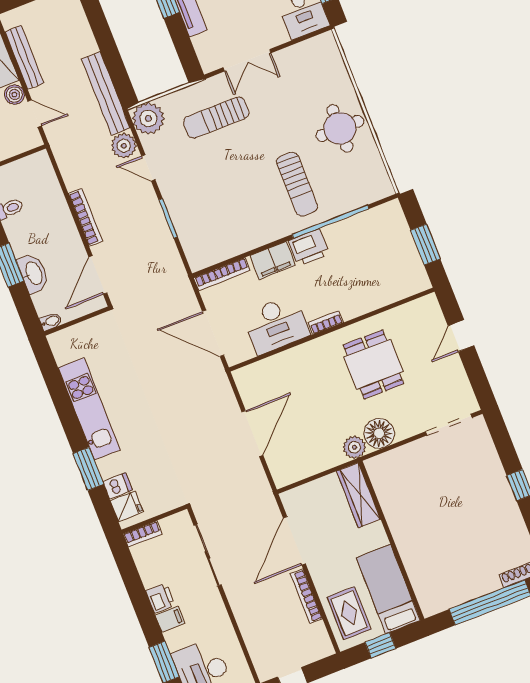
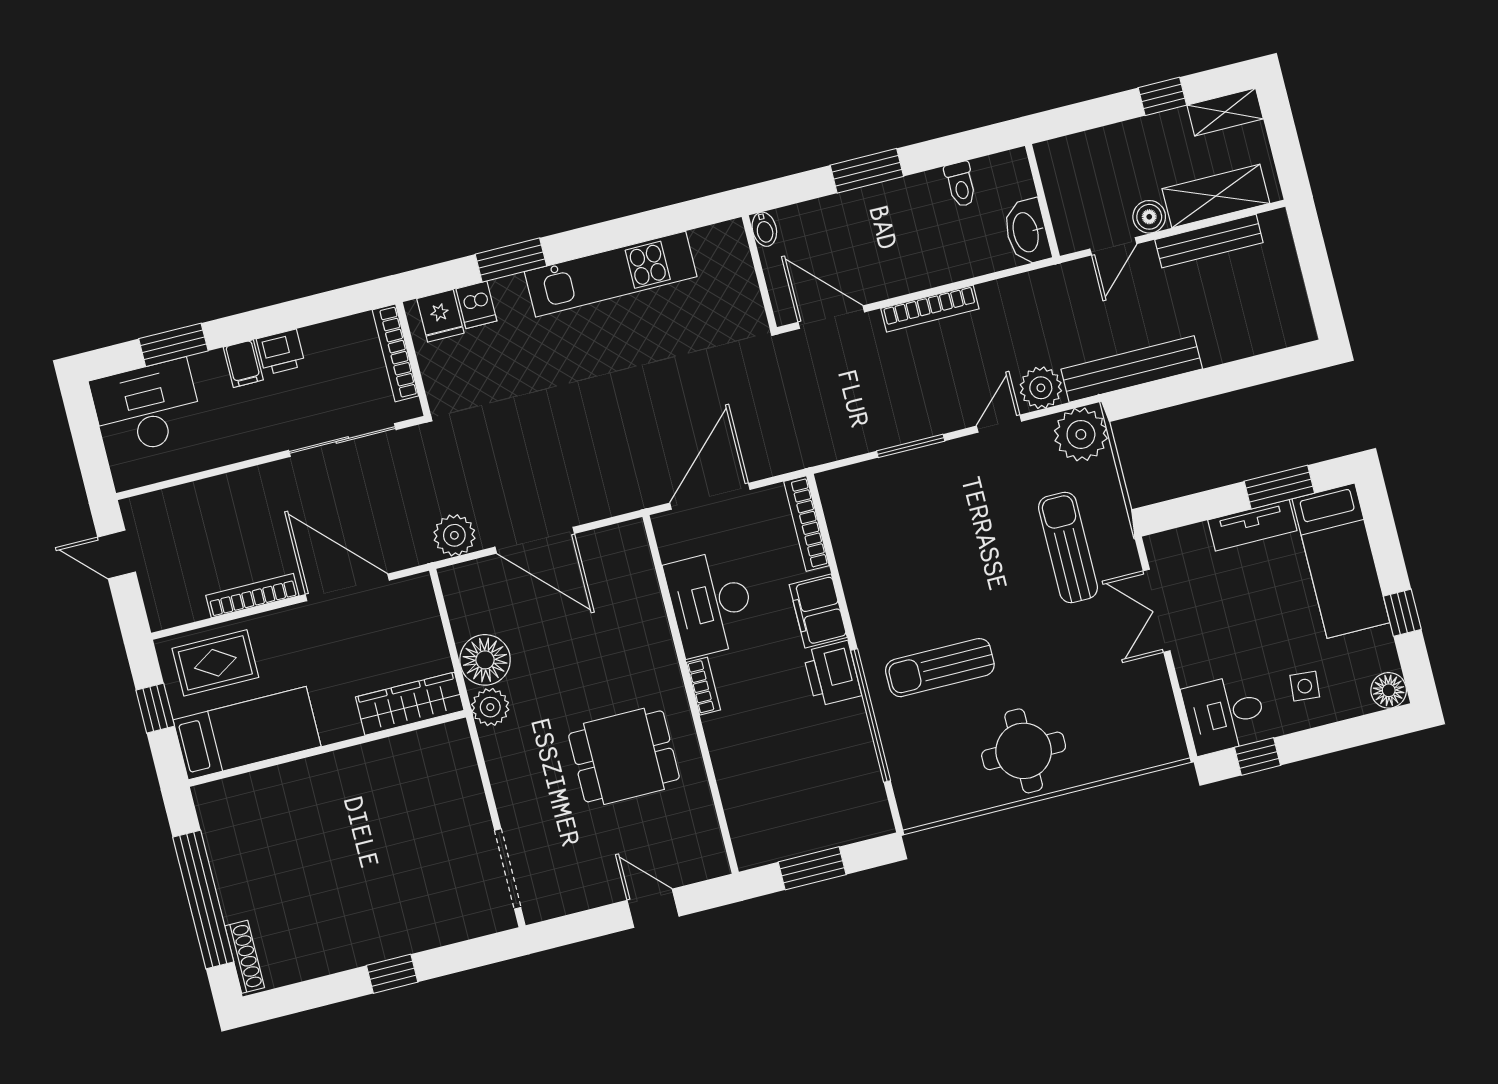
washbasin: (33, 273) -> (1027, 232), moved, turned 90
floor lamp: (379, 433) -> (485, 660), moved
plant: (255, 481) -> (454, 535), added
bookcase: (143, 534) -> (395, 353), width x1.56

